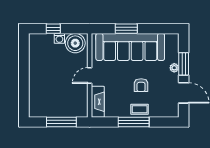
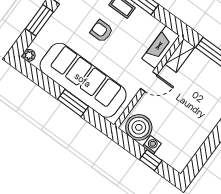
plant: (174, 68) -> (29, 55), moved
armchair: (141, 85) -> (101, 31), turned -90
shelving: (82, 105) -> (180, 55), added

